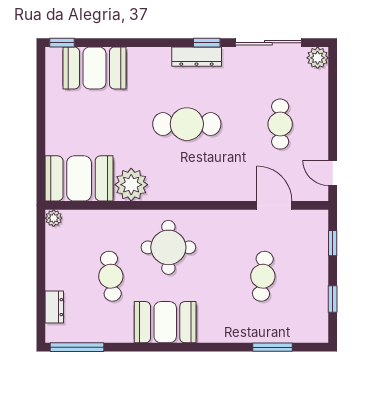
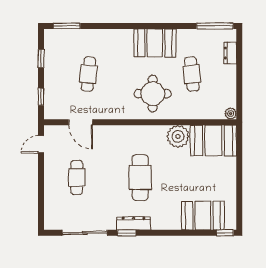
plant: (318, 58) -> (51, 223), removed
cafe table: (187, 124) -> (140, 178), turned 90
door: (333, 173) -> (41, 144), swing flipped
window: (273, 347) -> (67, 26), moved

